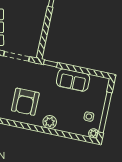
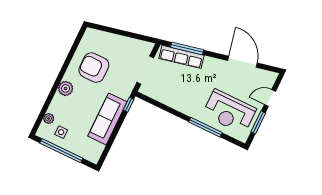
sofa: (73, 80) -> (107, 119), width x1.36
plant: (93, 133) -> (49, 118), moved

